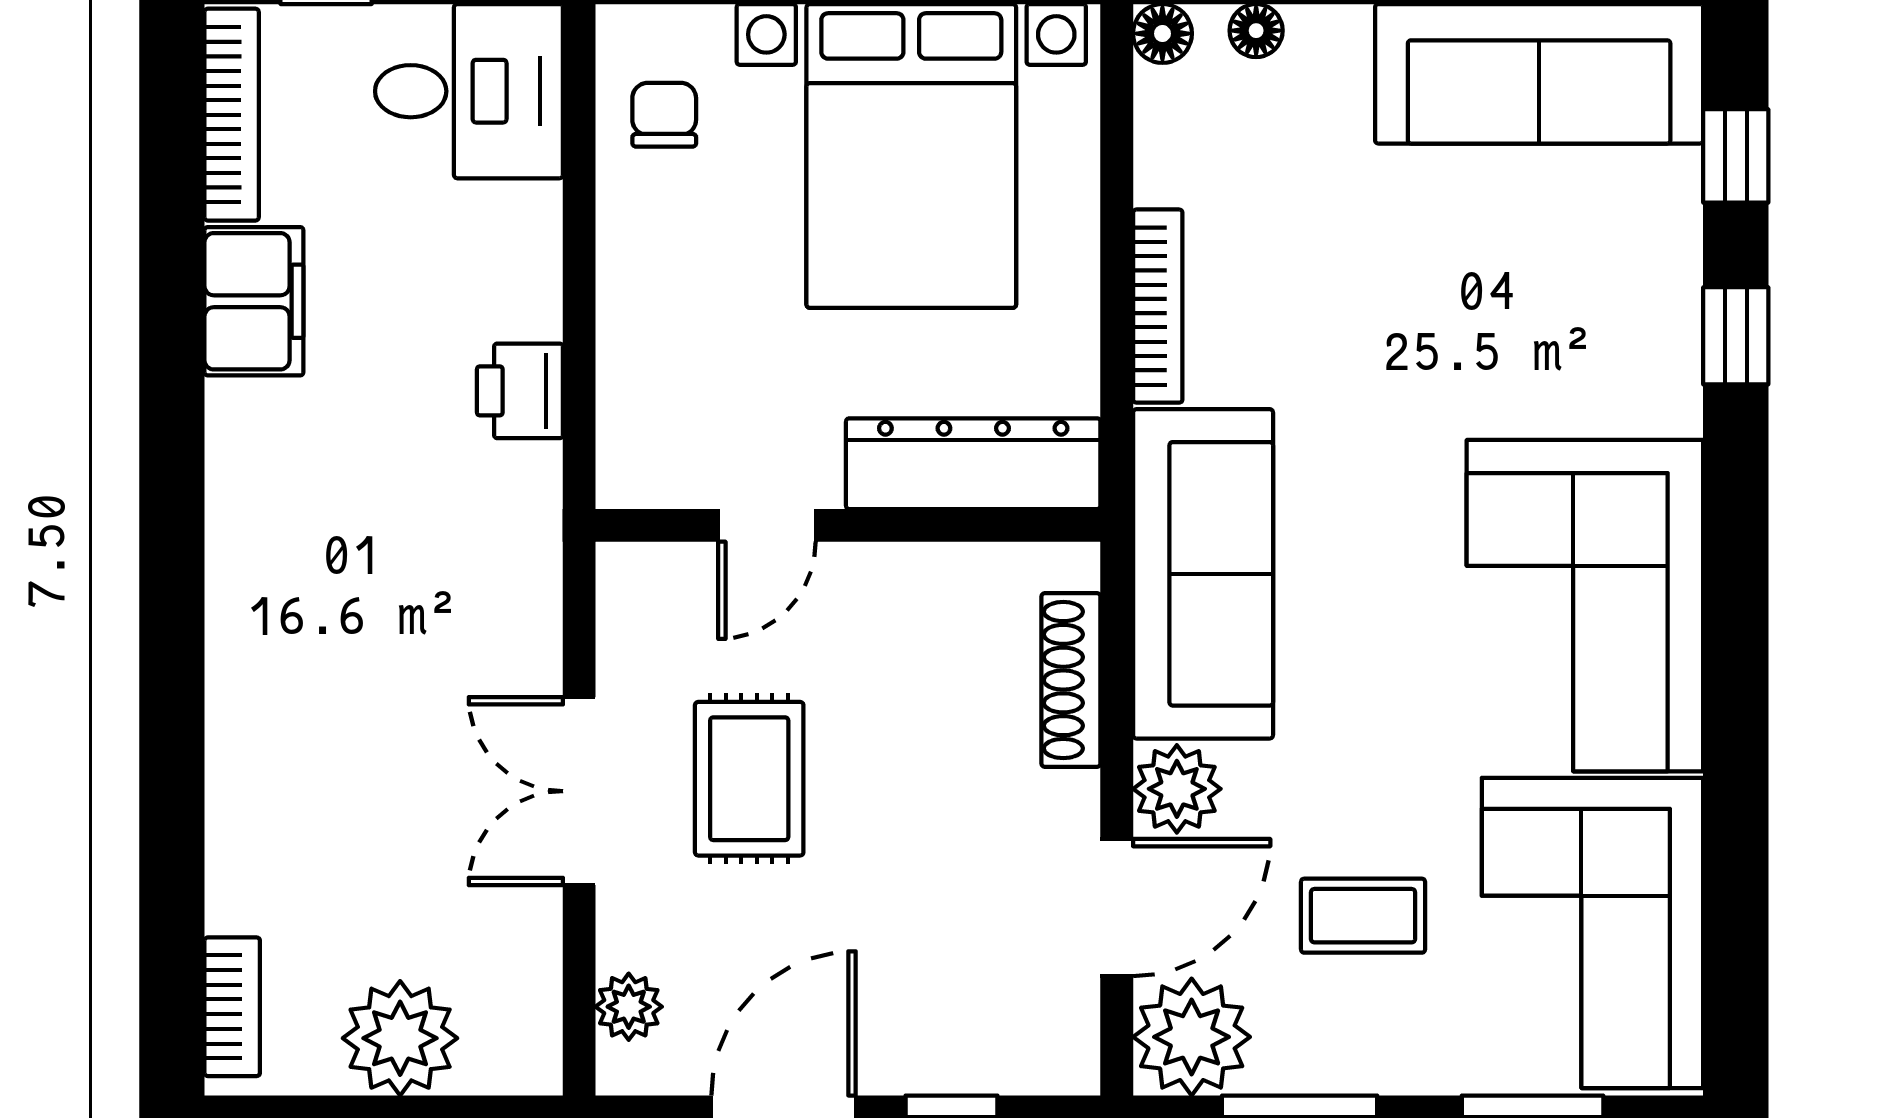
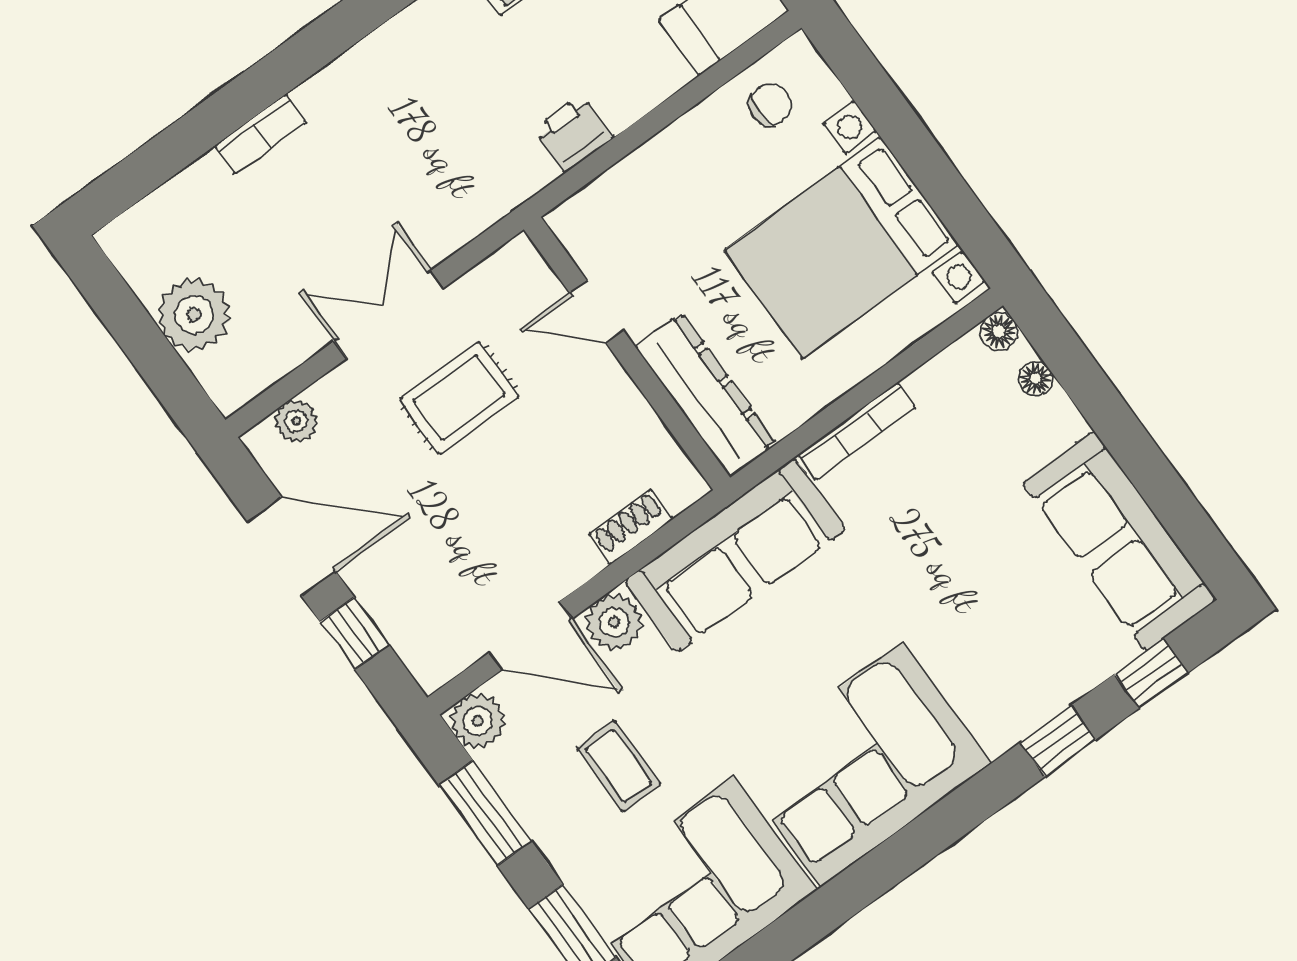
shoe rack: (1071, 680) -> (631, 527), width x0.70
bookcase: (232, 1007) -> (260, 134), moved
plant: (1192, 1037) -> (478, 721), width x0.73, depth x0.73

